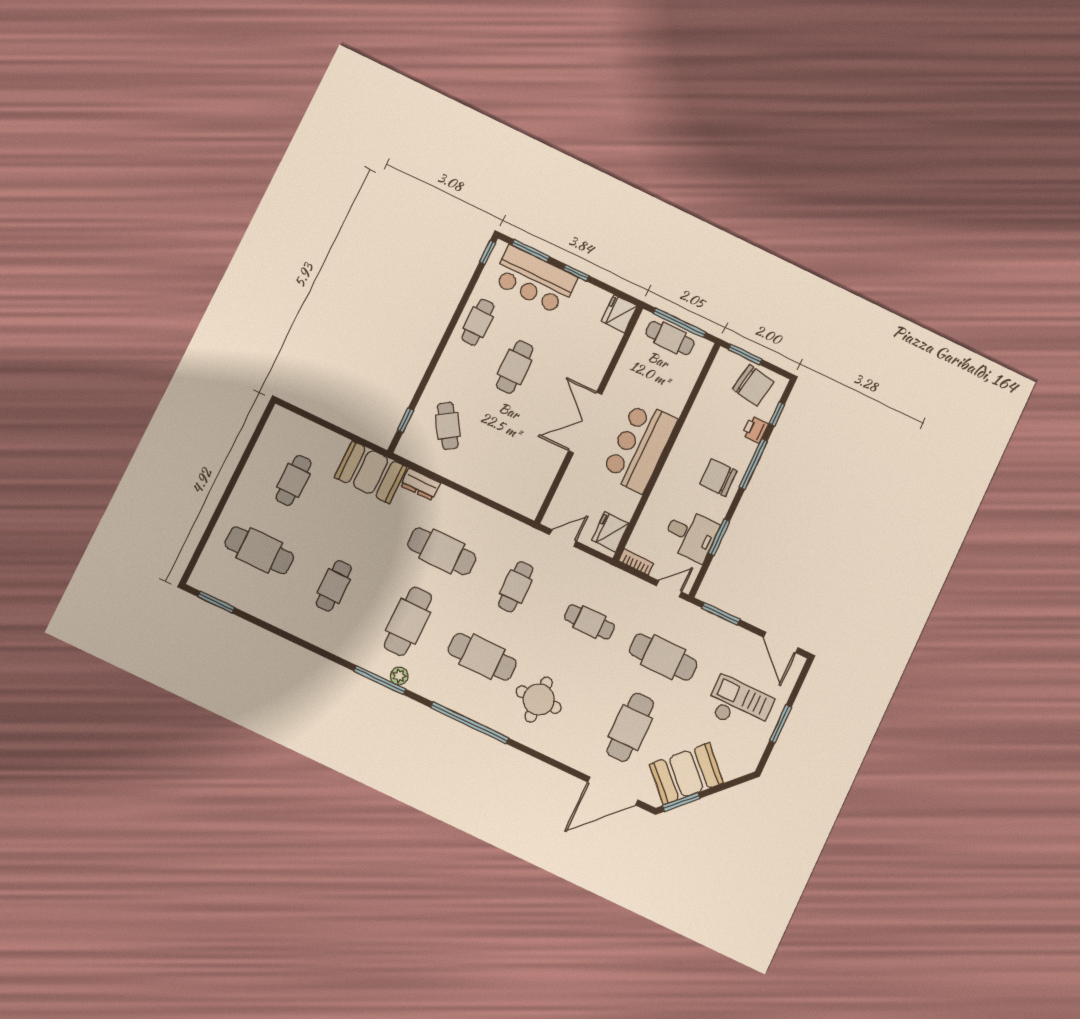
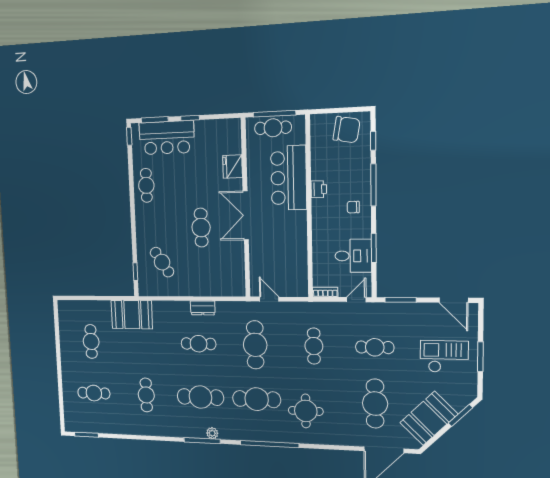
fridge: (619, 314) -> (233, 166), moved
window: (745, 354) -> (330, 111), removed
cafe table: (515, 367) -> (201, 228), moved
printer: (755, 430) -> (319, 189), moved, turned 180
bar counter: (640, 447) -> (289, 178), moved
chair: (718, 478) -> (353, 207), width x0.54, depth x0.54
dresser: (420, 484) -> (203, 308), moved
fridge: (610, 532) -> (298, 280), removed
door: (563, 538) -> (269, 299), hinge flipped
cafe table: (259, 550) -> (94, 393), width x0.73, depth x0.74
cafe table: (442, 551) -> (199, 344), width x0.73, depth x0.74
cafe table: (516, 587) -> (255, 345), width x1.37, depth x1.35
cafe table: (408, 621) -> (200, 397), turned 90
cafe table: (590, 622) -> (314, 346), turned 90
cafe table: (663, 657) -> (375, 347), width x0.73, depth x0.74
window: (681, 802) -> (461, 415), moved

